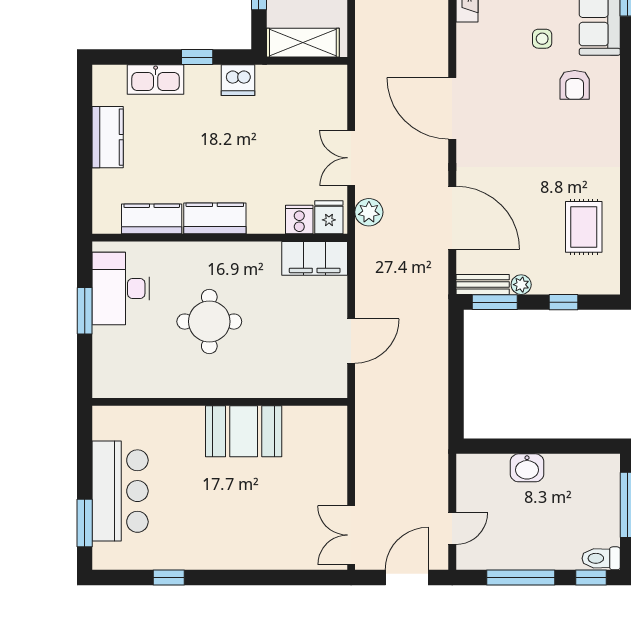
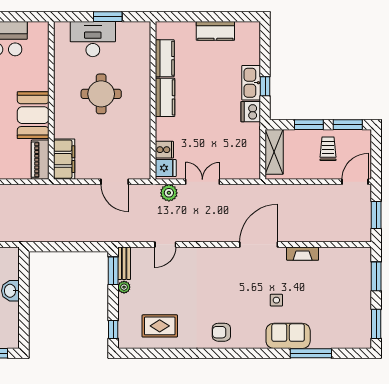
kitchen sink: (156, 79) -> (251, 83), moved
armchair: (575, 85) -> (221, 332), moved
door: (452, 108) -> (259, 244), moved
door: (452, 218) -> (165, 244), width x0.53
filing cabinet: (315, 258) -> (64, 159), moved, turned 180
desk: (121, 288) -> (93, 39), moved
window: (564, 302) -> (113, 330), moved
door: (351, 341) -> (115, 182), moved
piano: (316, 420) -> (40, 160), added

